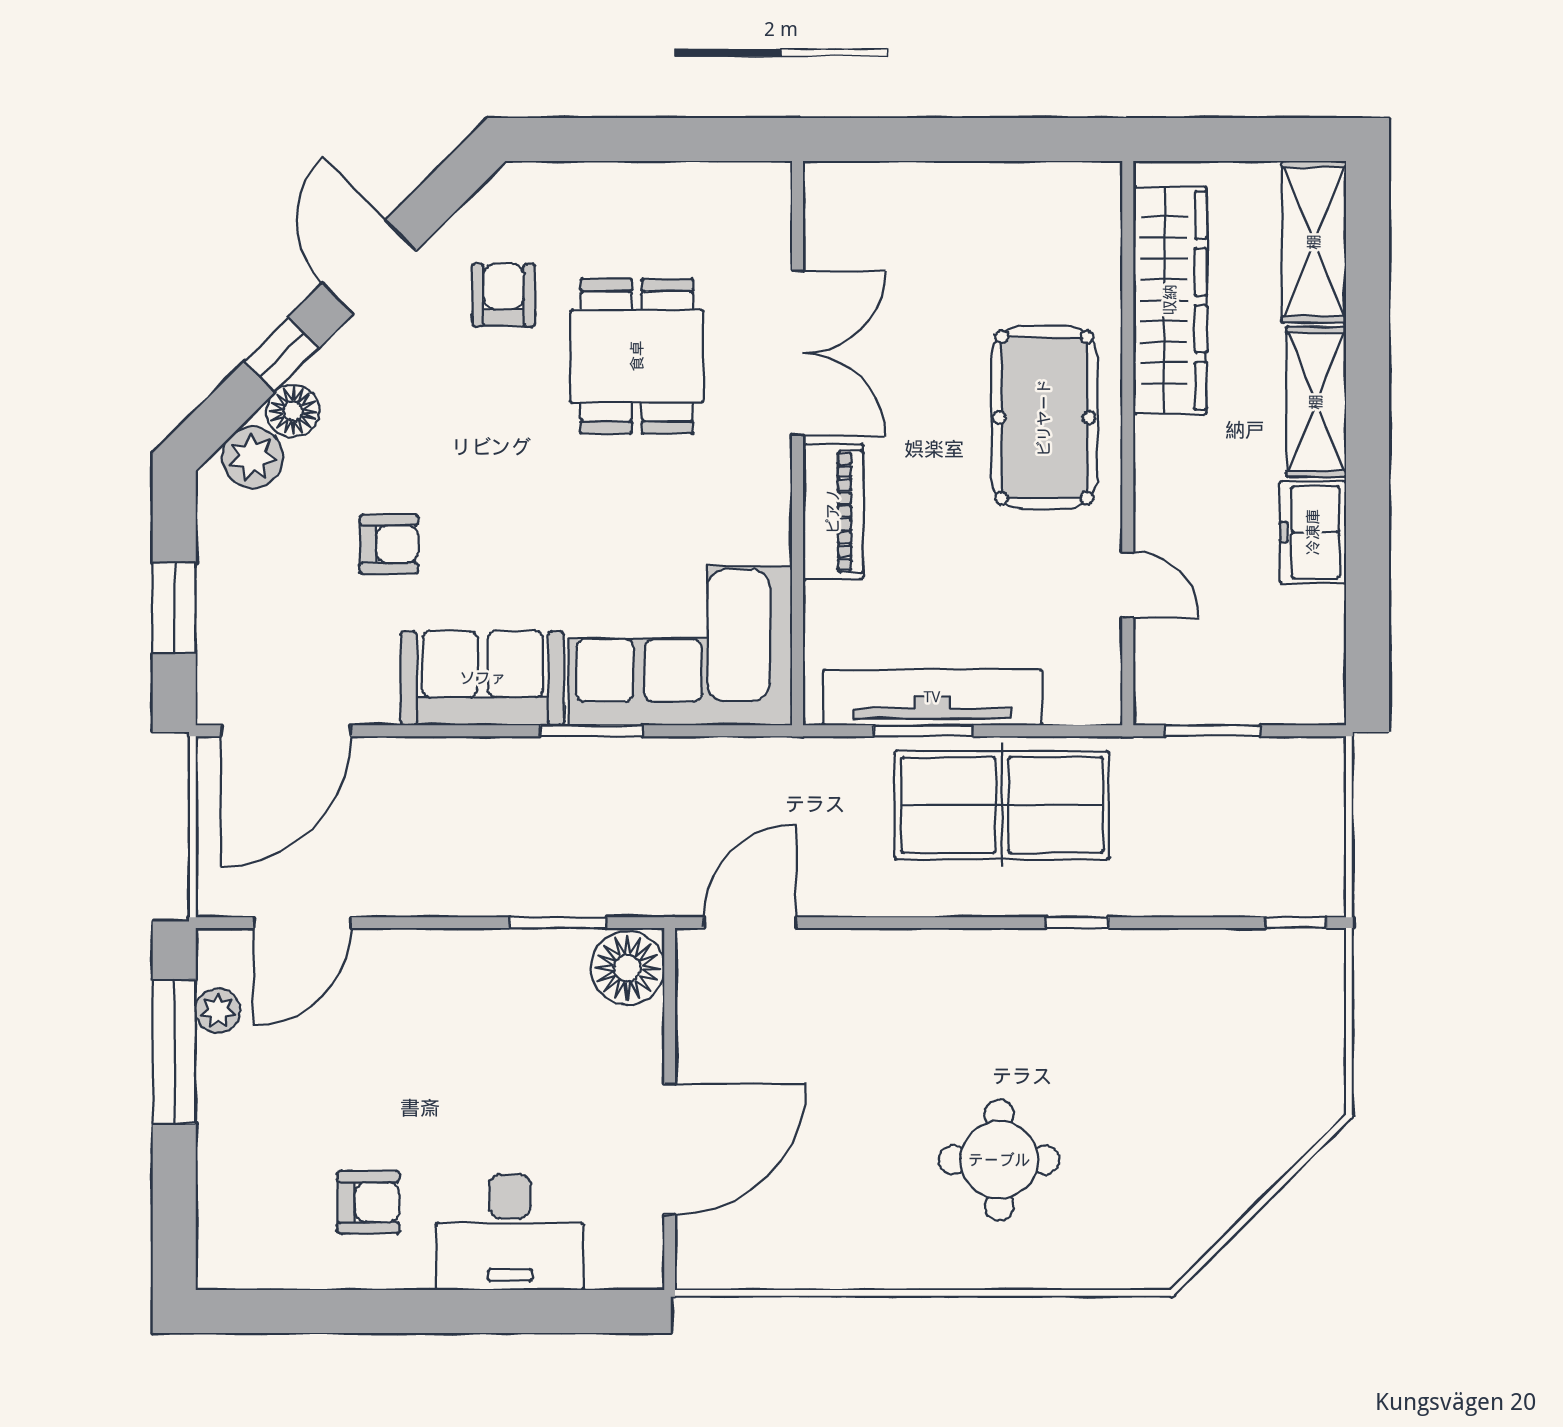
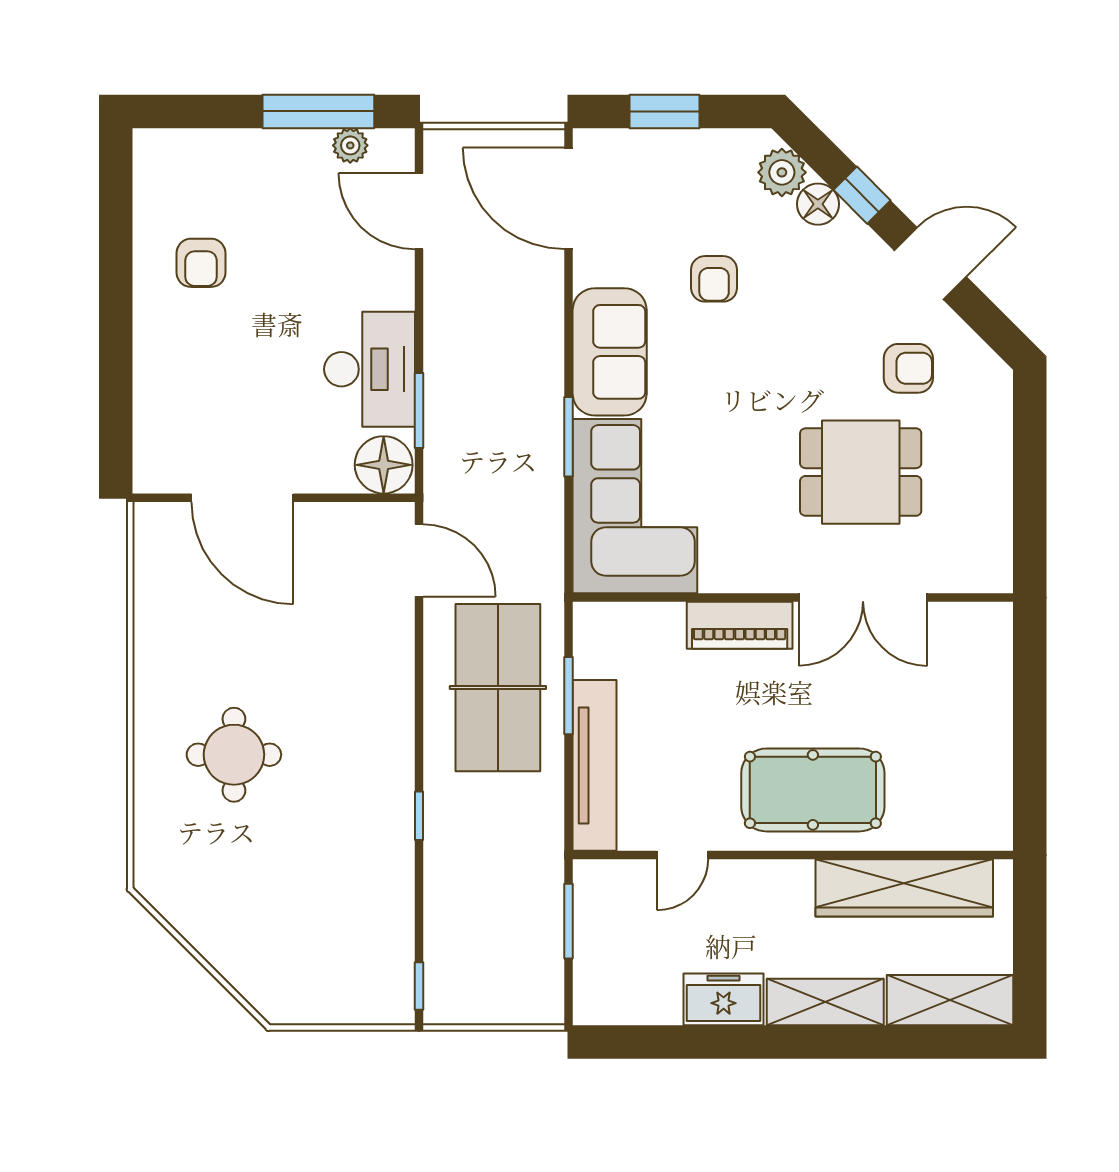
tv unit: (932, 697) -> (595, 765), moved
table tennis table: (1002, 805) -> (498, 688), moved
desk: (510, 1232) -> (370, 369), moved, turned 180

